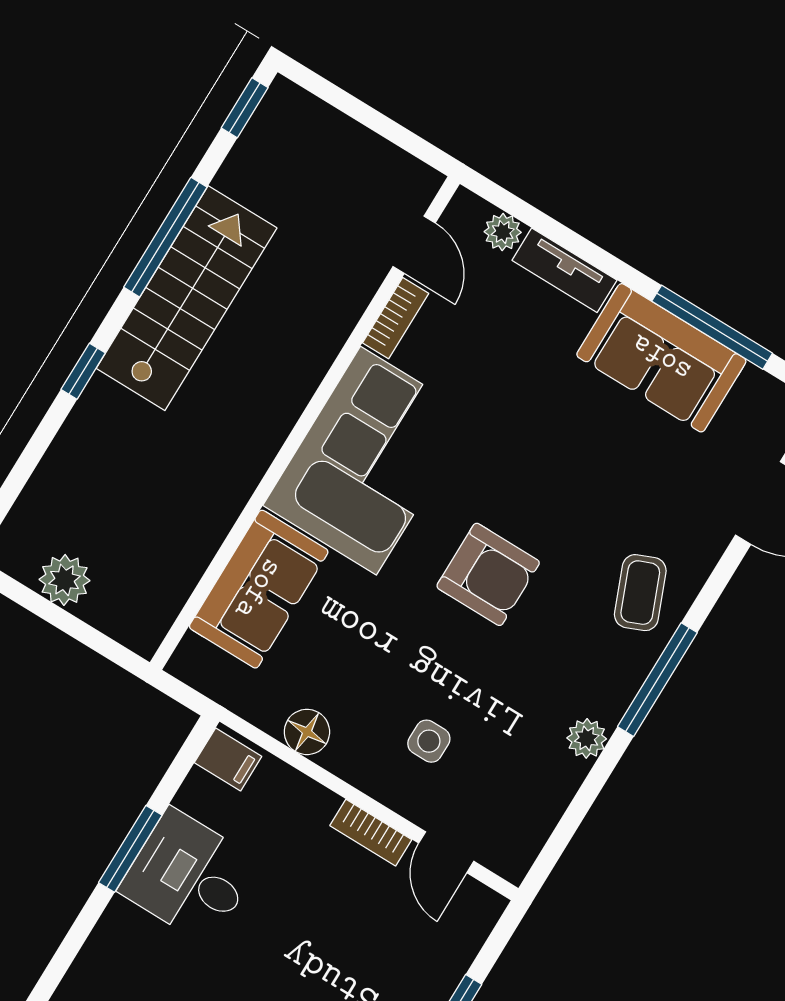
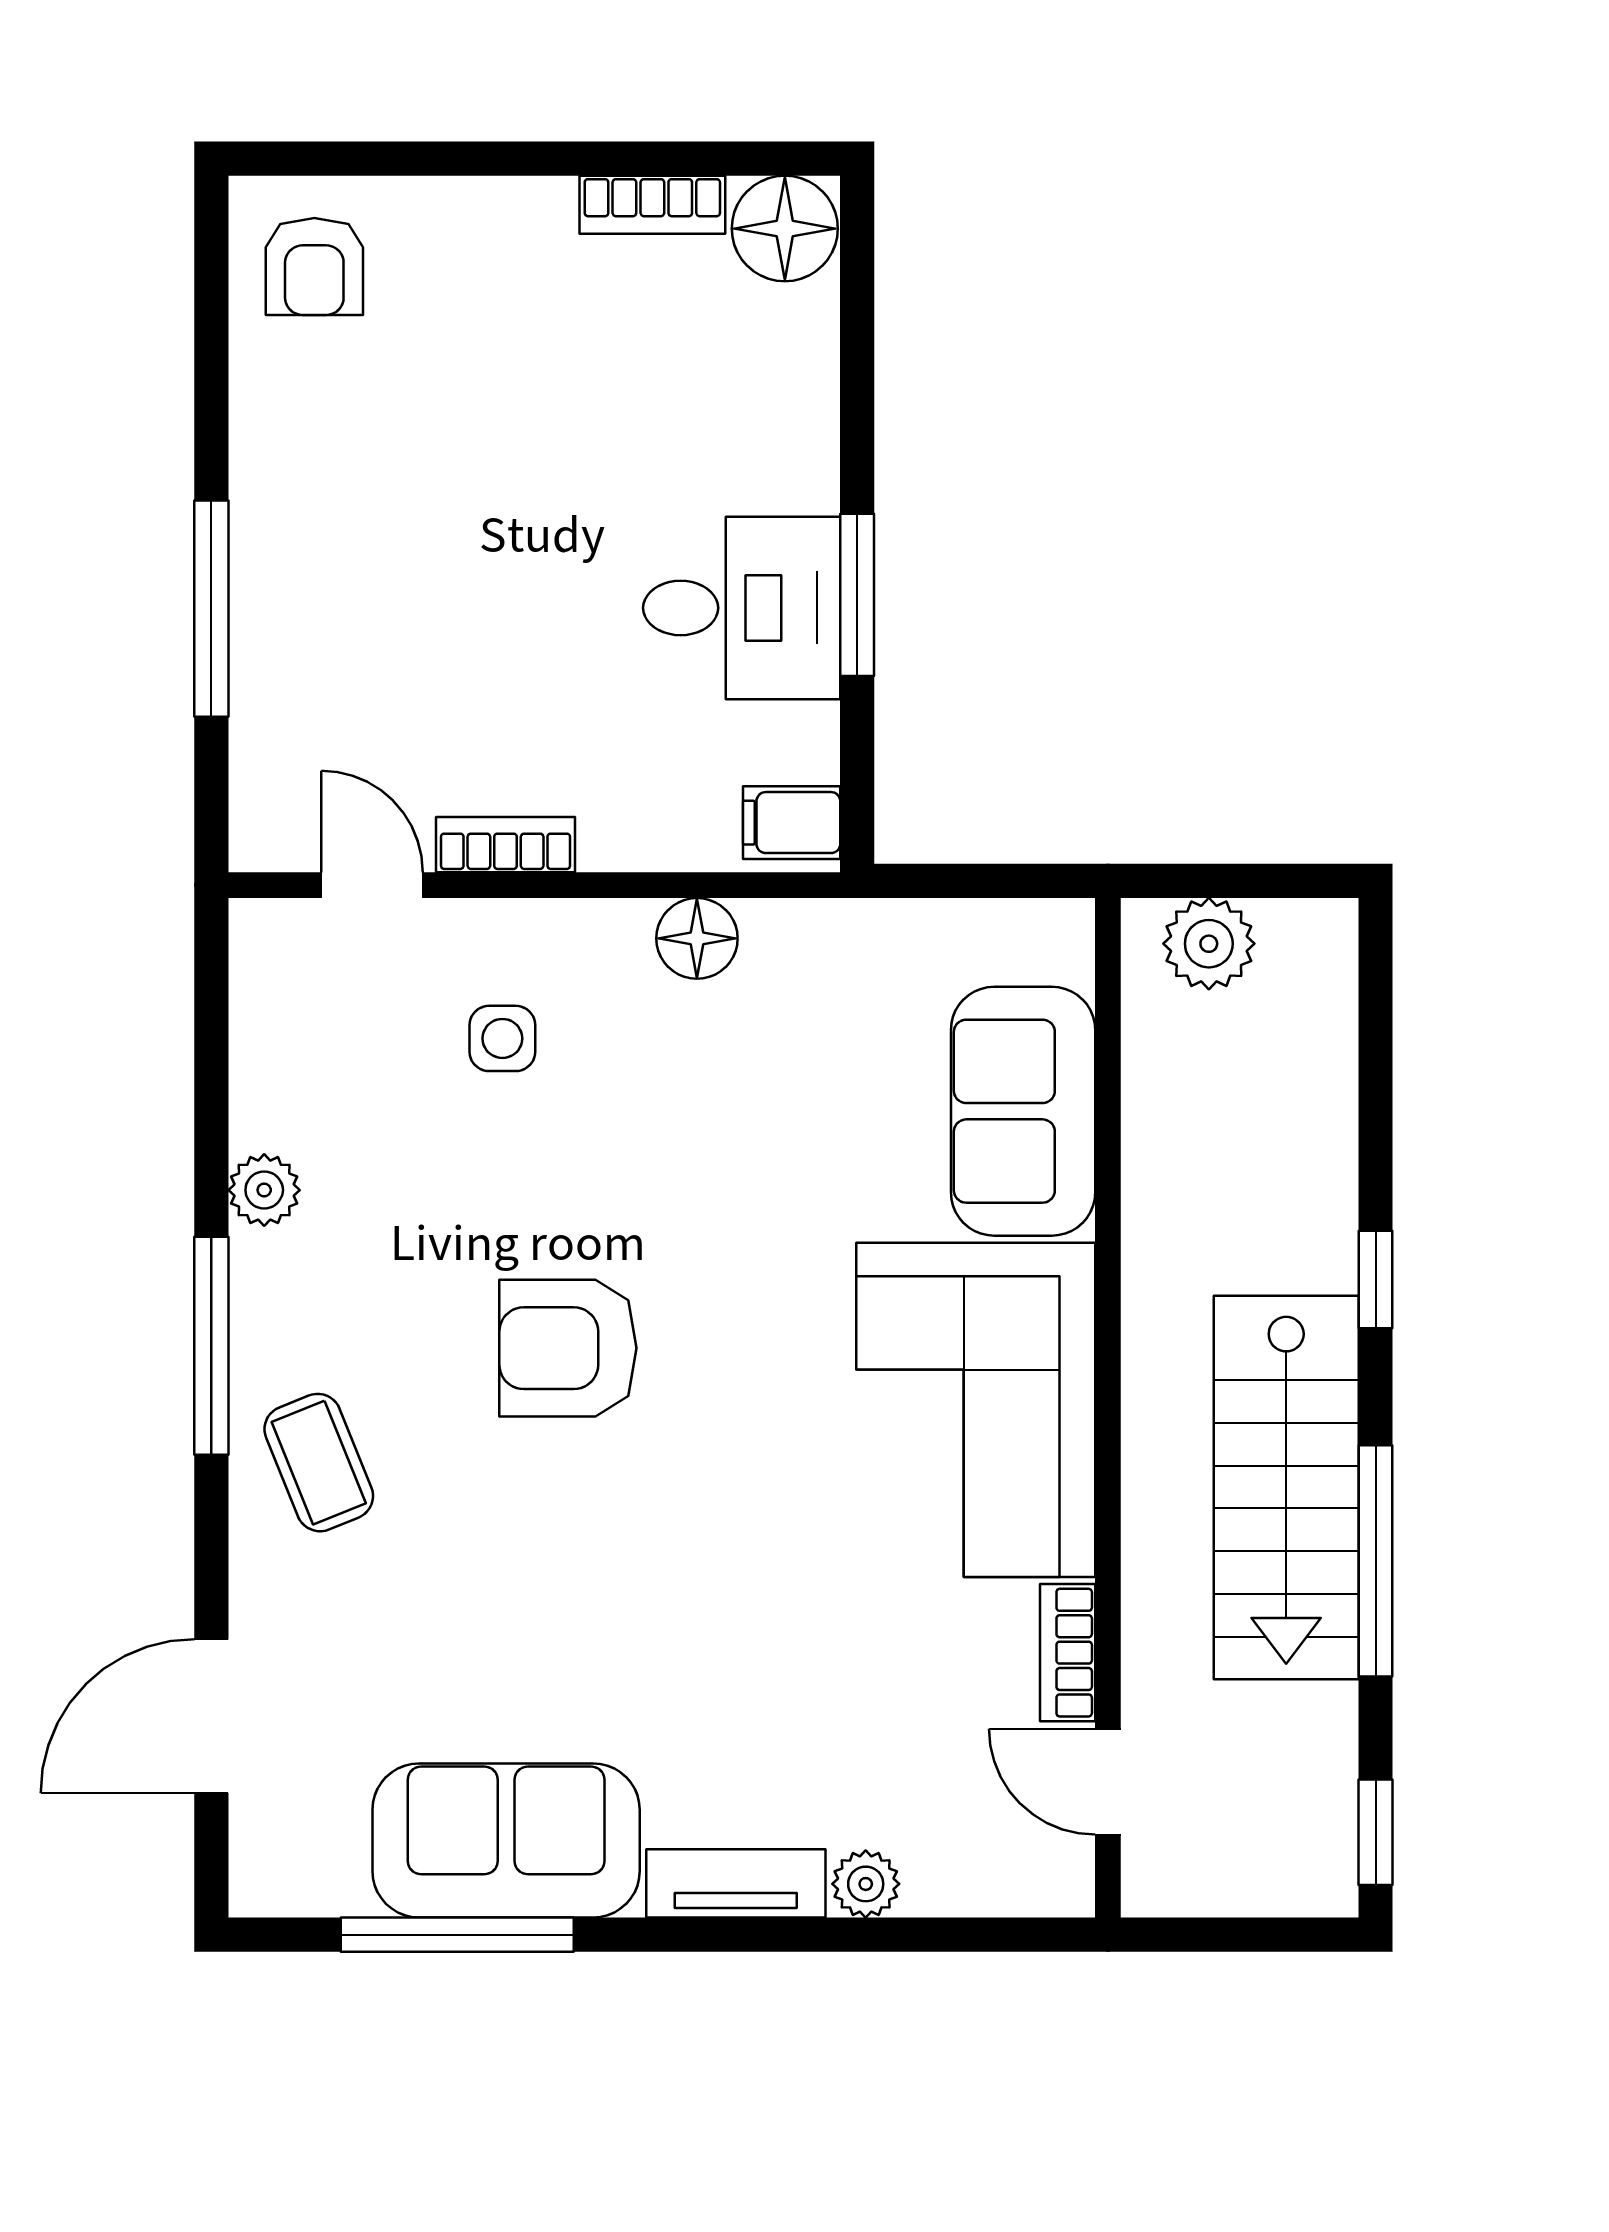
door: (414, 245) -> (1108, 1782), moved
bookcase: (396, 318) -> (1068, 1653), moved
wall: (305, 423) -> (1108, 1408), moved
corner sofa: (368, 461) -> (976, 1410), moved
sofa: (259, 589) -> (1023, 1111), moved

